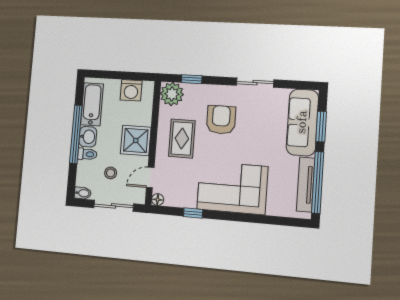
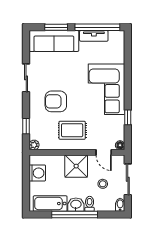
plant: (172, 94) -> (34, 145), width x0.53, depth x0.53
tv unit: (306, 185) -> (94, 36), width x0.71

